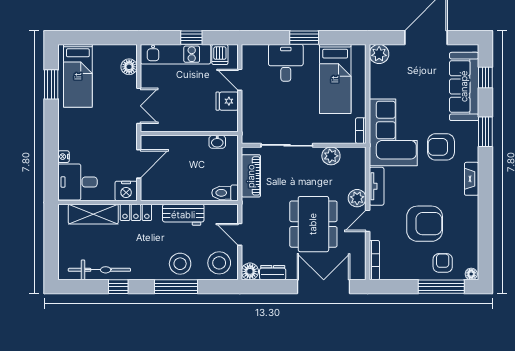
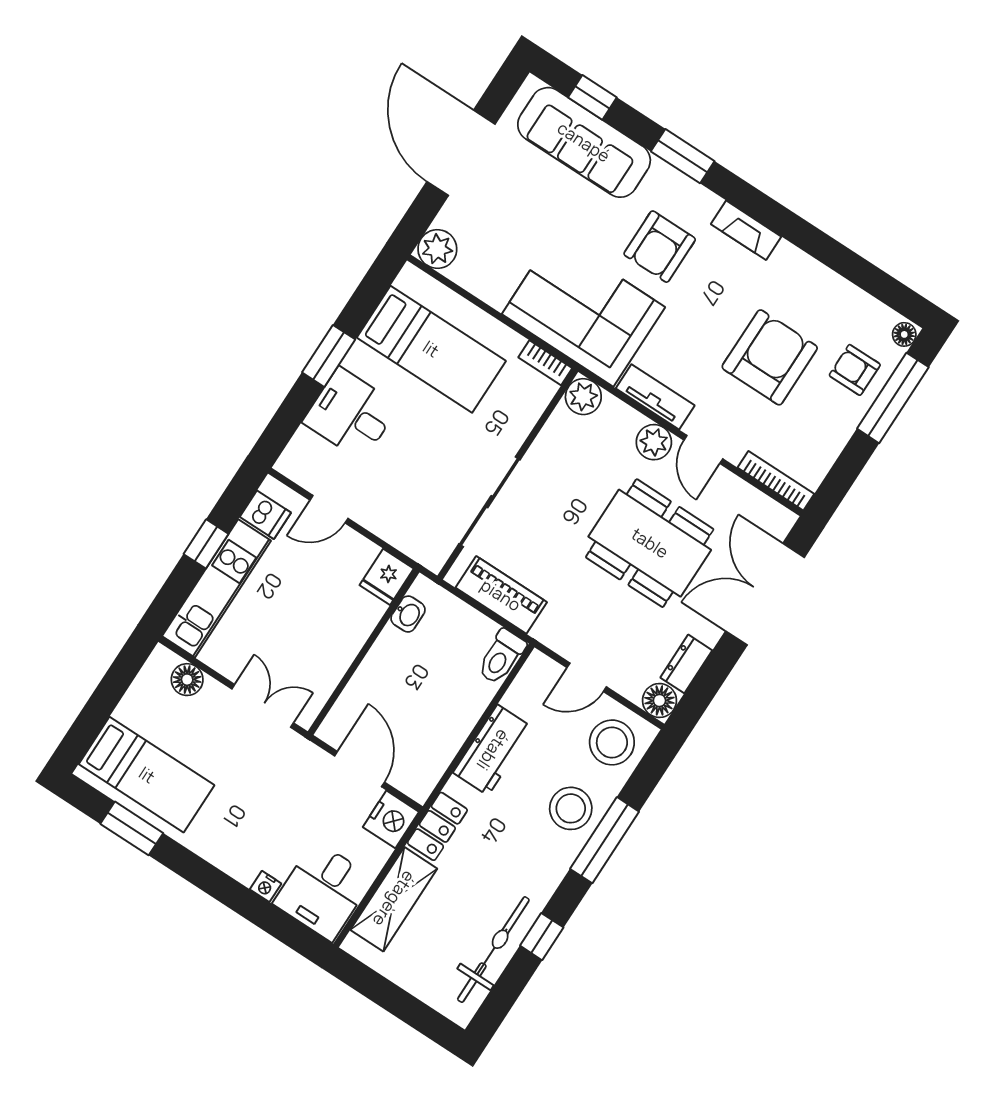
fridge: (227, 101) -> (387, 577), moved
plant: (331, 156) -> (583, 397), moved

